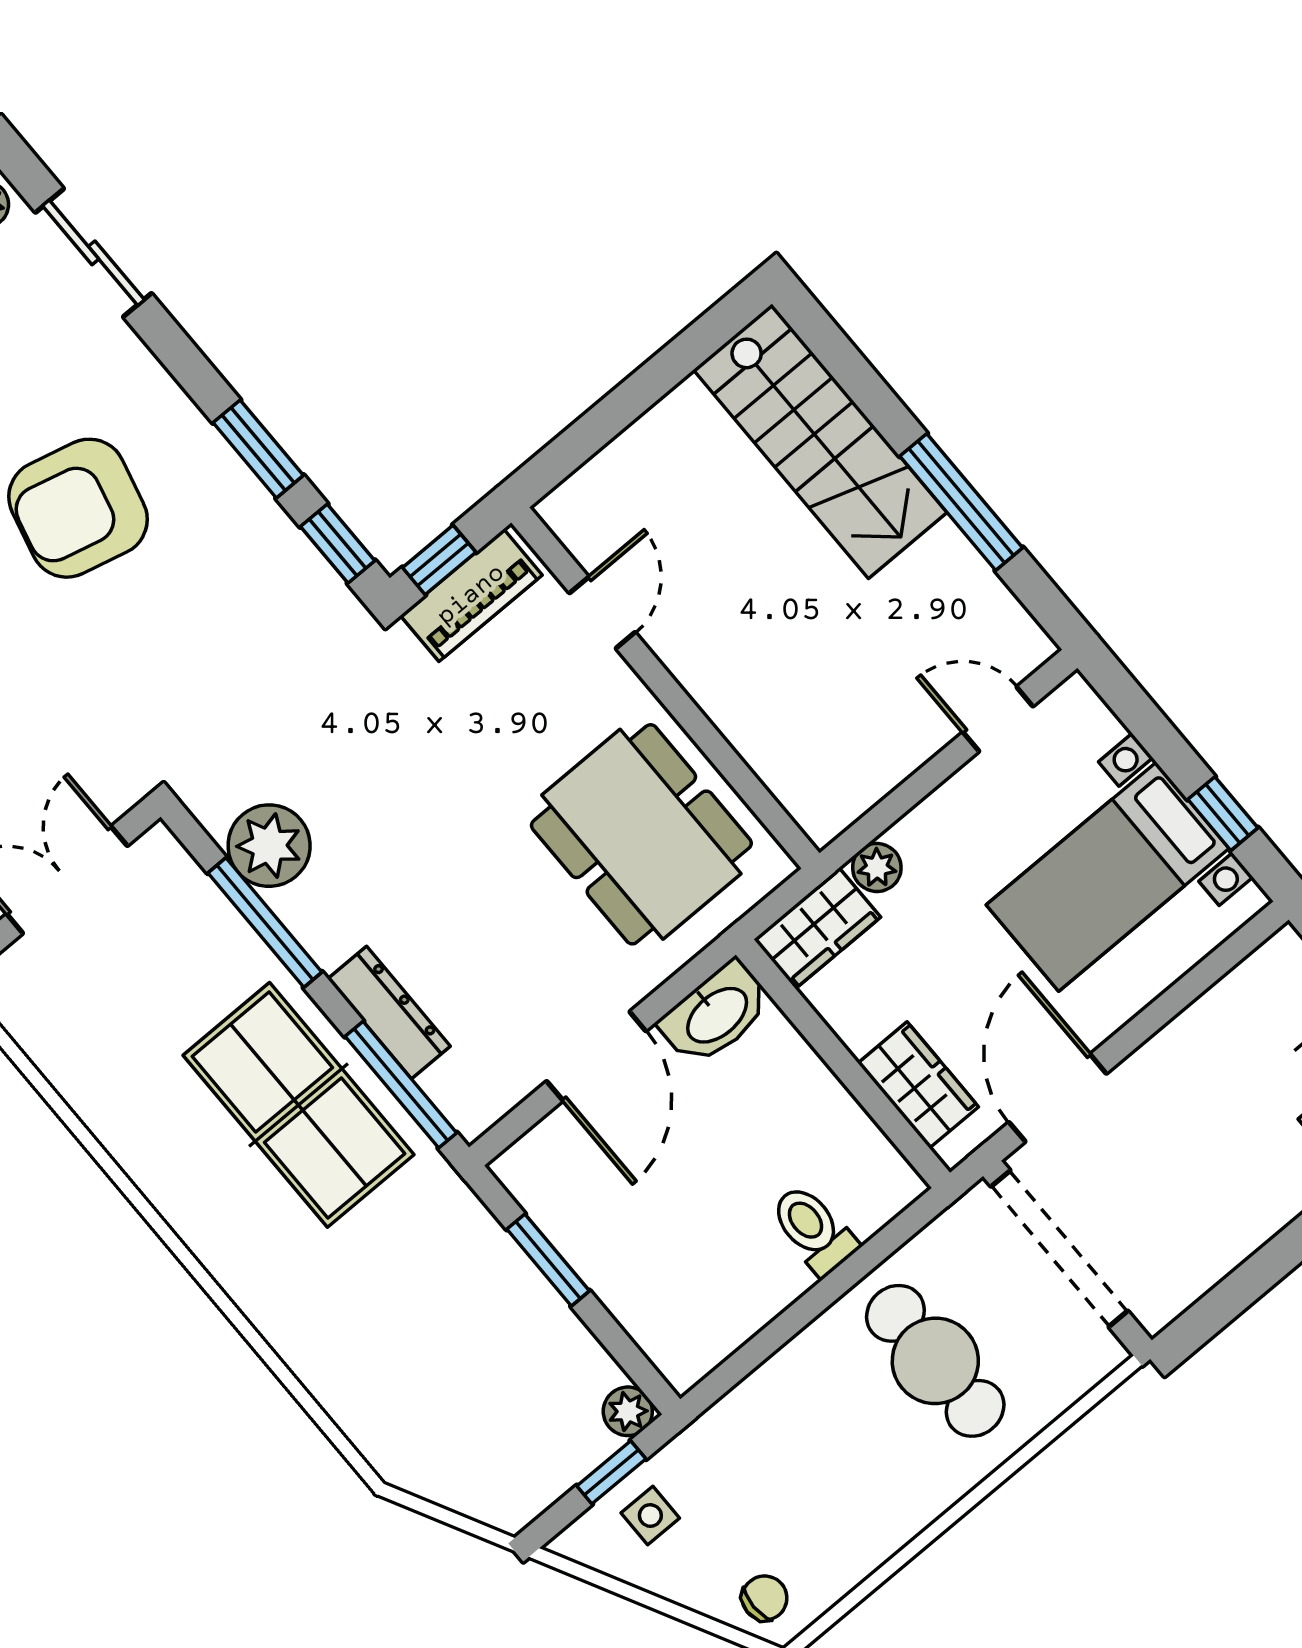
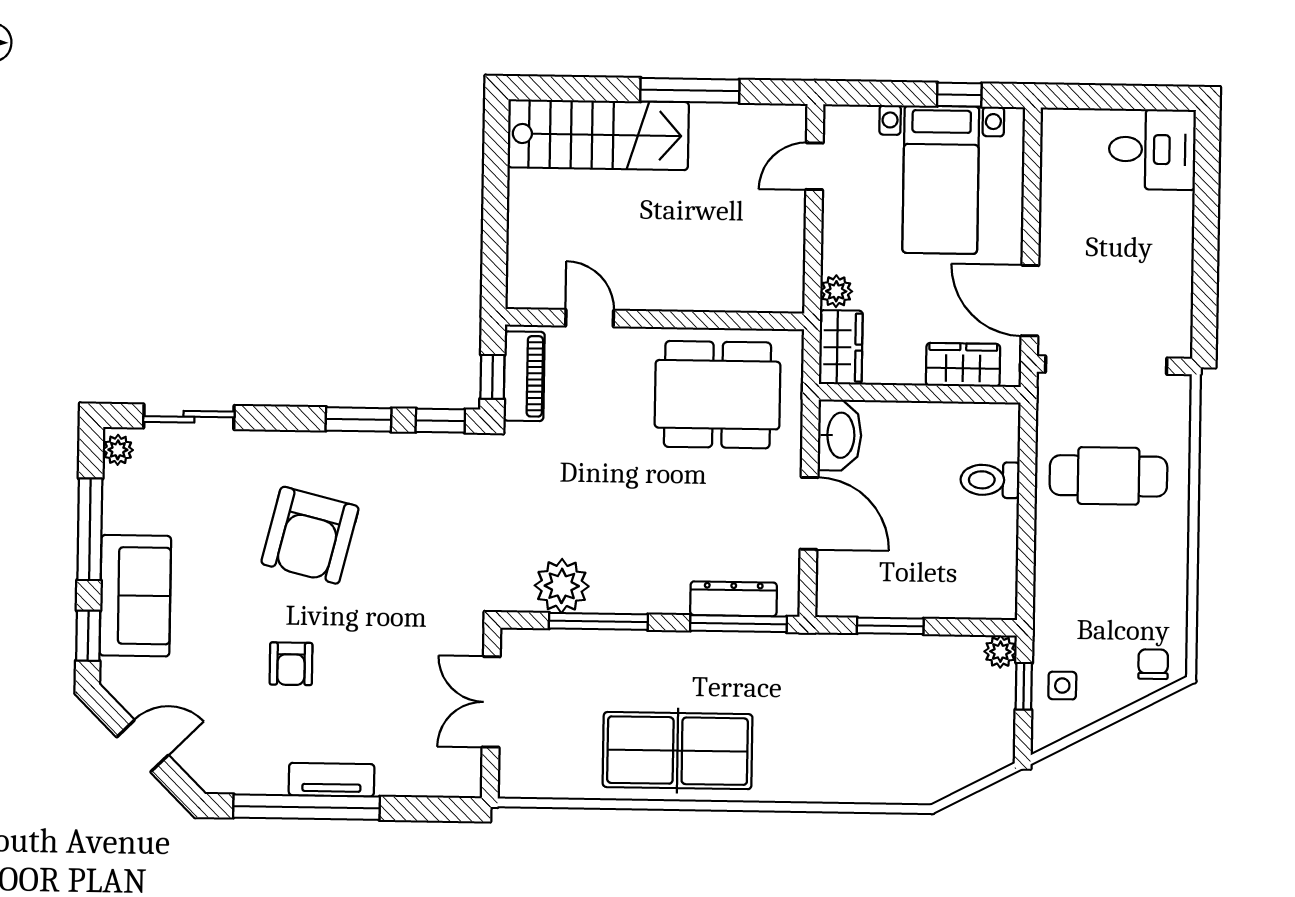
dresser: (389, 1013) -> (734, 599), moved
table tennis table: (299, 1105) -> (678, 751), moved

